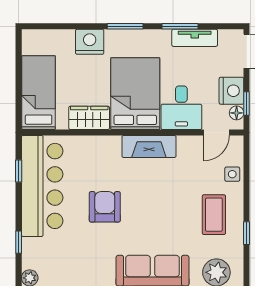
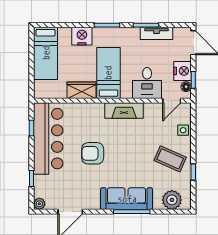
bed: (39, 93) -> (46, 53), moved, turned 180
bed: (135, 94) -> (108, 73), width x0.67
armchair: (105, 207) -> (93, 153), turned -90
coffee table: (214, 215) -> (170, 159), turned -66

